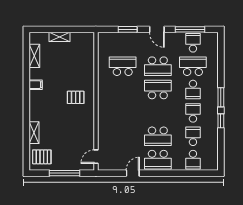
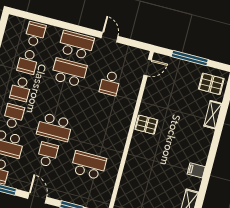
school desk: (123, 66) -> (89, 165), turned 180
school desk: (158, 66) -> (47, 154), width x0.54
pallet: (76, 97) -> (146, 125), moved
school desk: (123, 136) -> (110, 83), added
door: (133, 173) -> (110, 37), swing flipped

